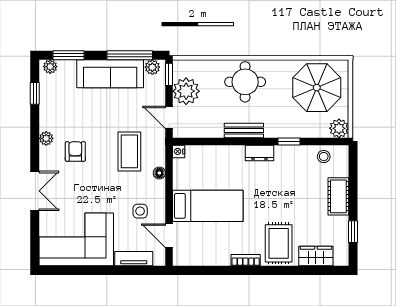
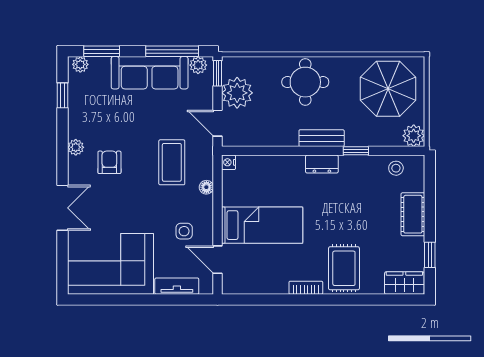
bench: (244, 130) -> (322, 138), moved
wardrobe: (316, 256) -> (404, 283), moved

